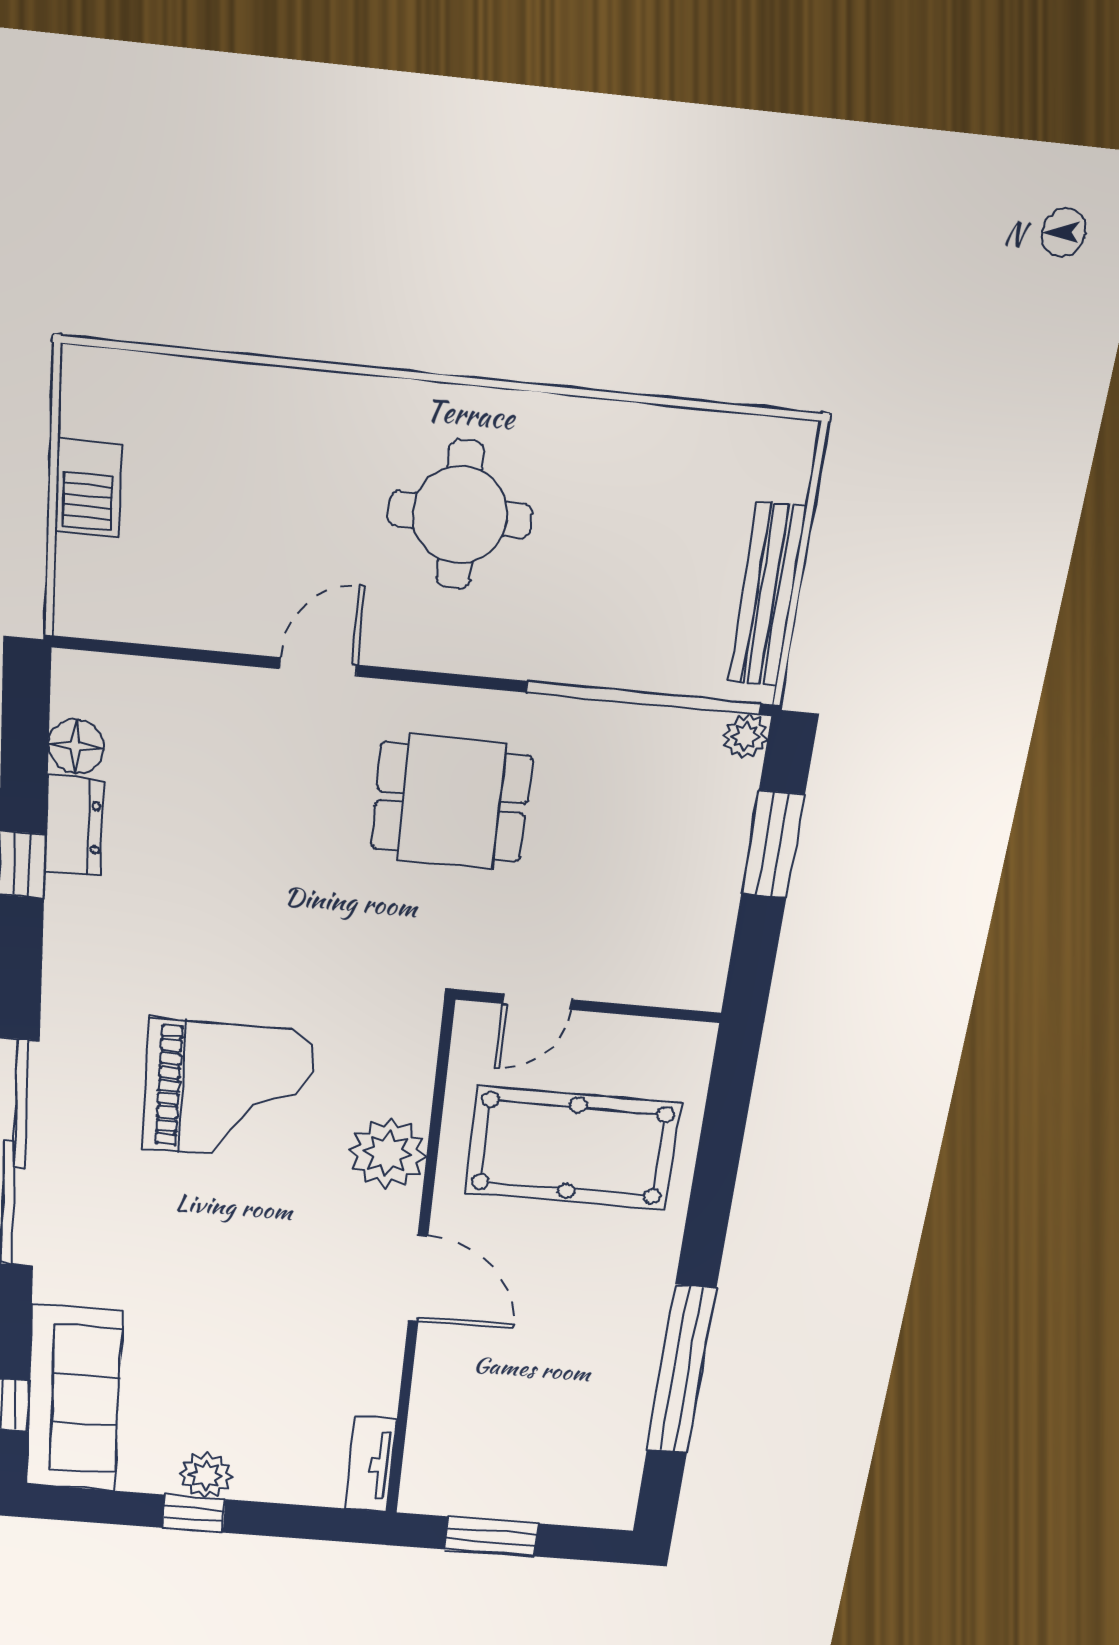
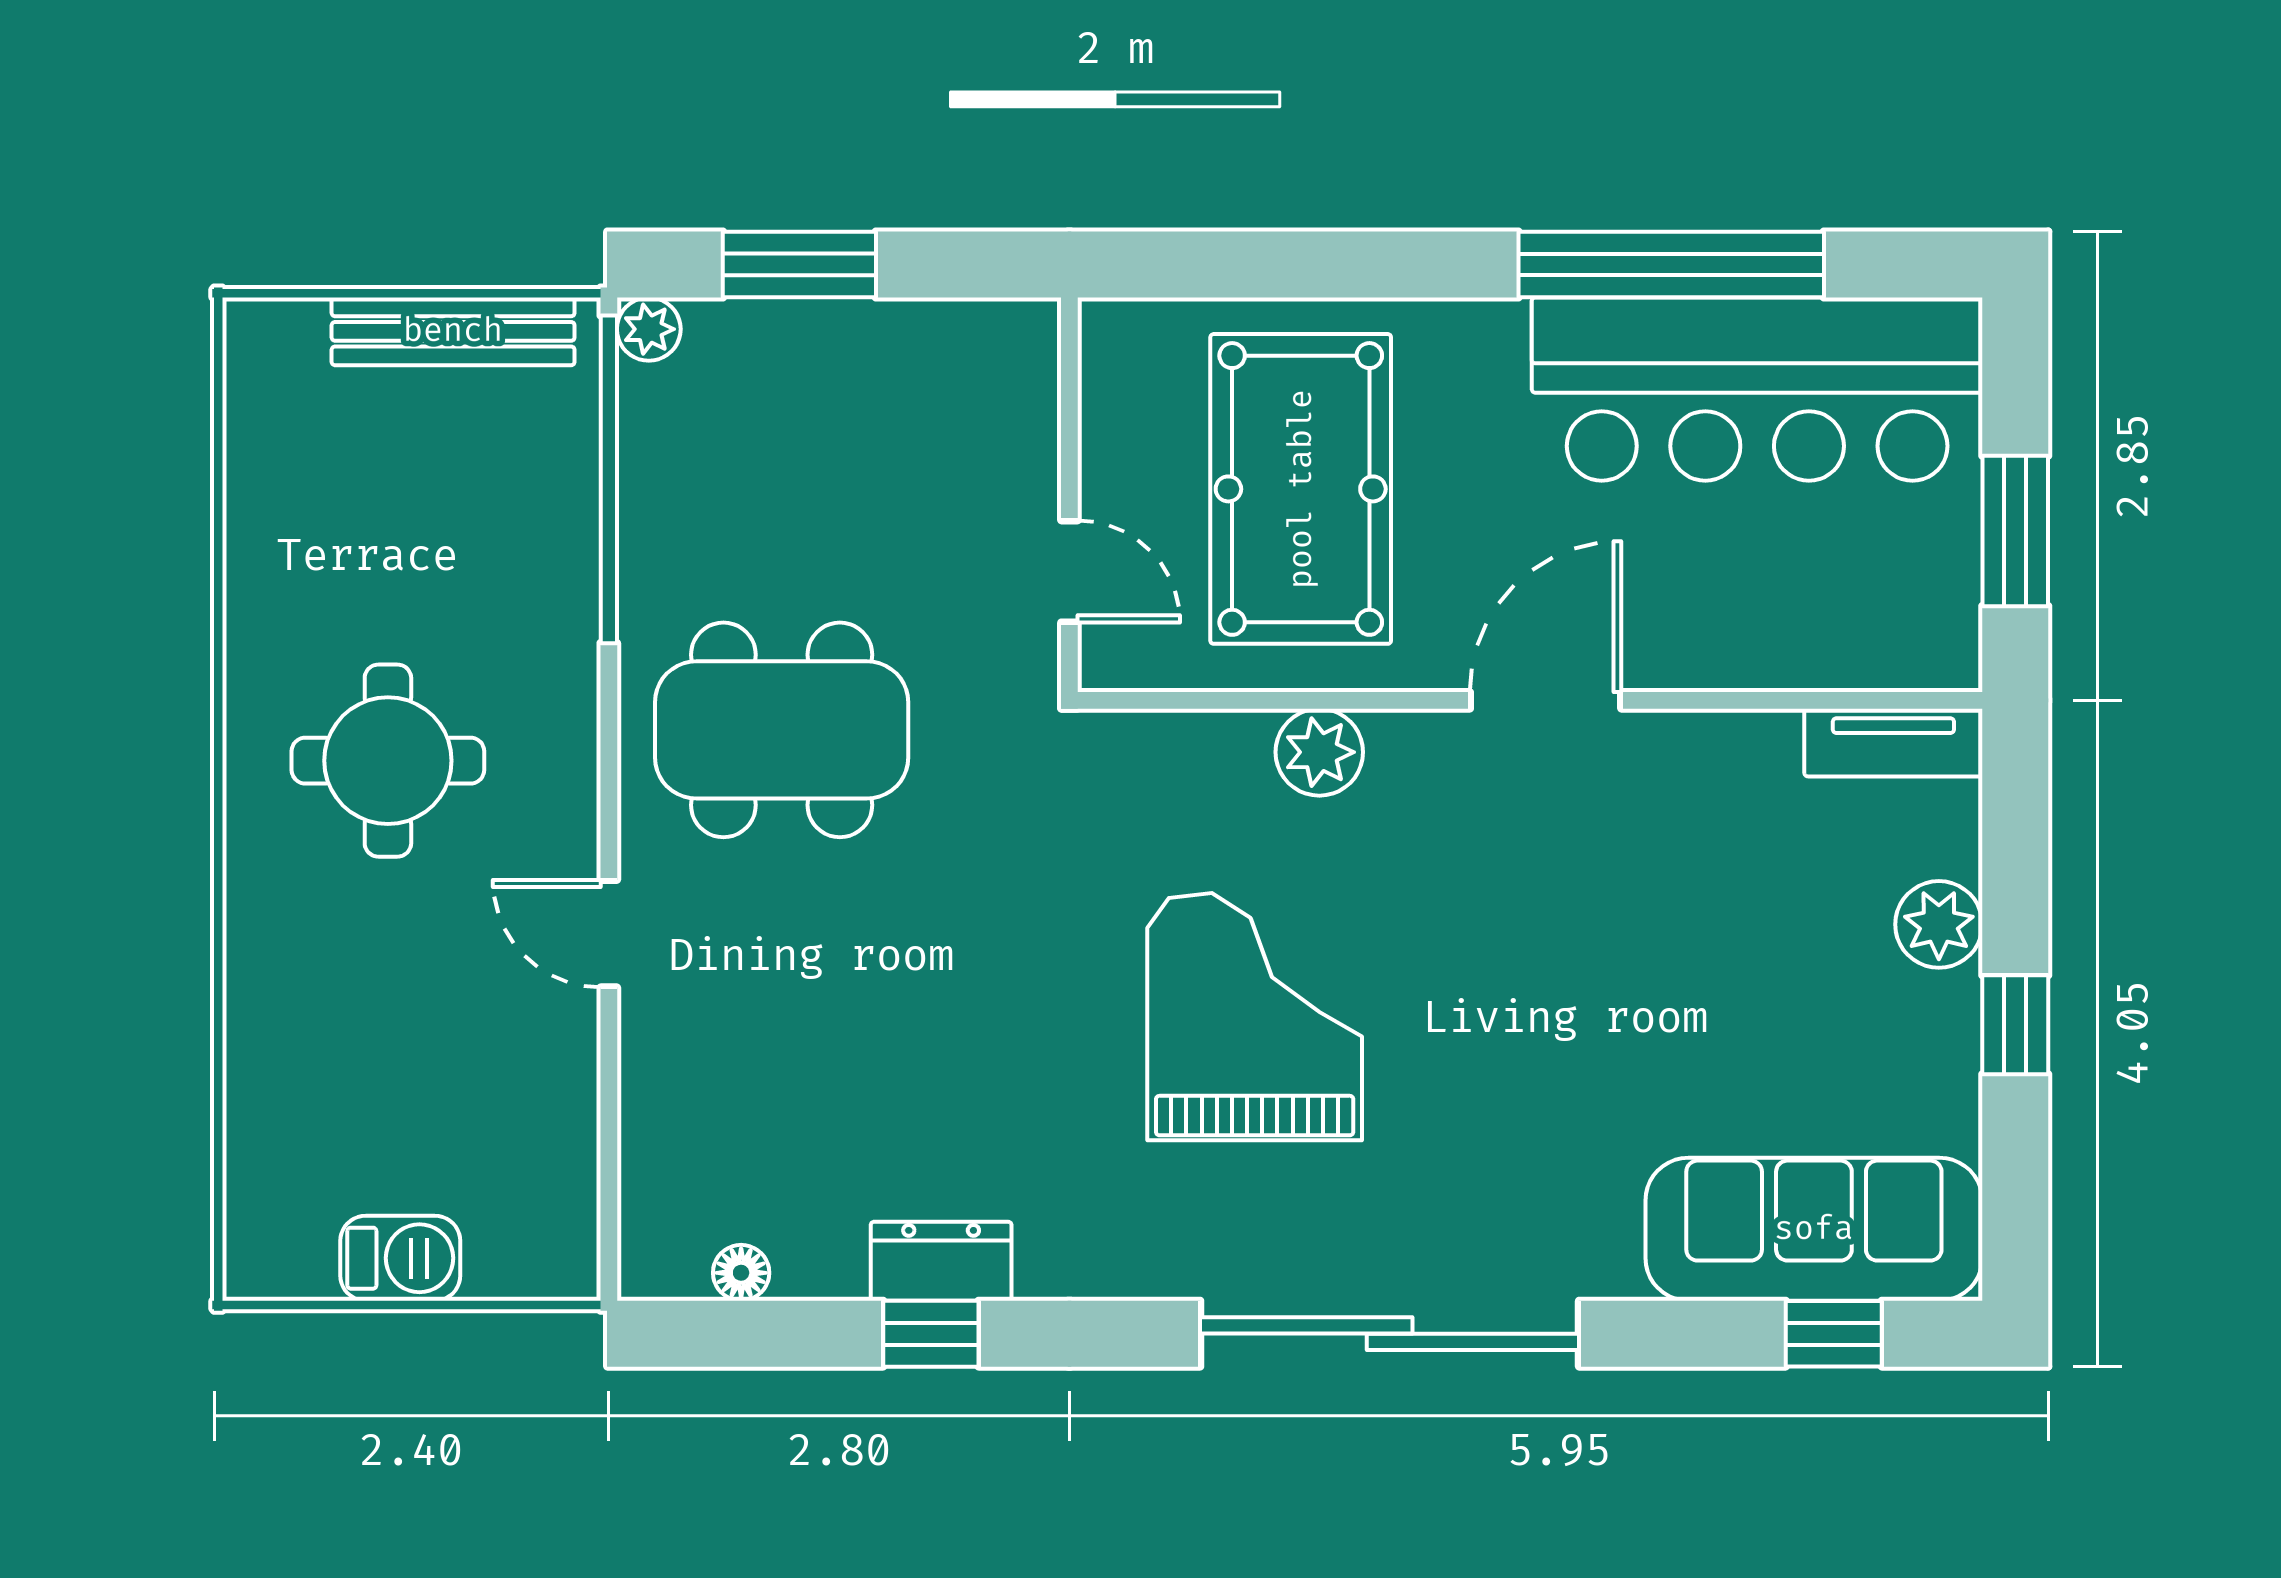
floor lamp: (76, 746) -> (741, 1273), width x0.73, depth x0.73
dining table: (451, 802) -> (782, 730), width x1.38
dresser: (74, 826) -> (941, 1261), moved
plant: (388, 1153) -> (1319, 752), width x0.73, depth x0.73
bar counter: (597, 1410) -> (1757, 389), added
plant: (206, 1475) -> (1939, 924), moved

